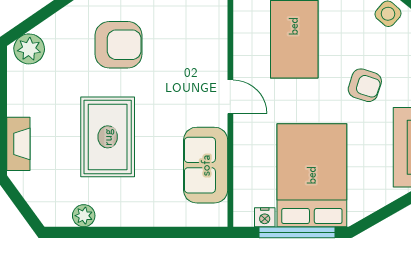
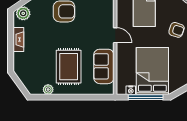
rug: (108, 137) -> (69, 67), moved
fireplace: (18, 144) -> (18, 40), moved

